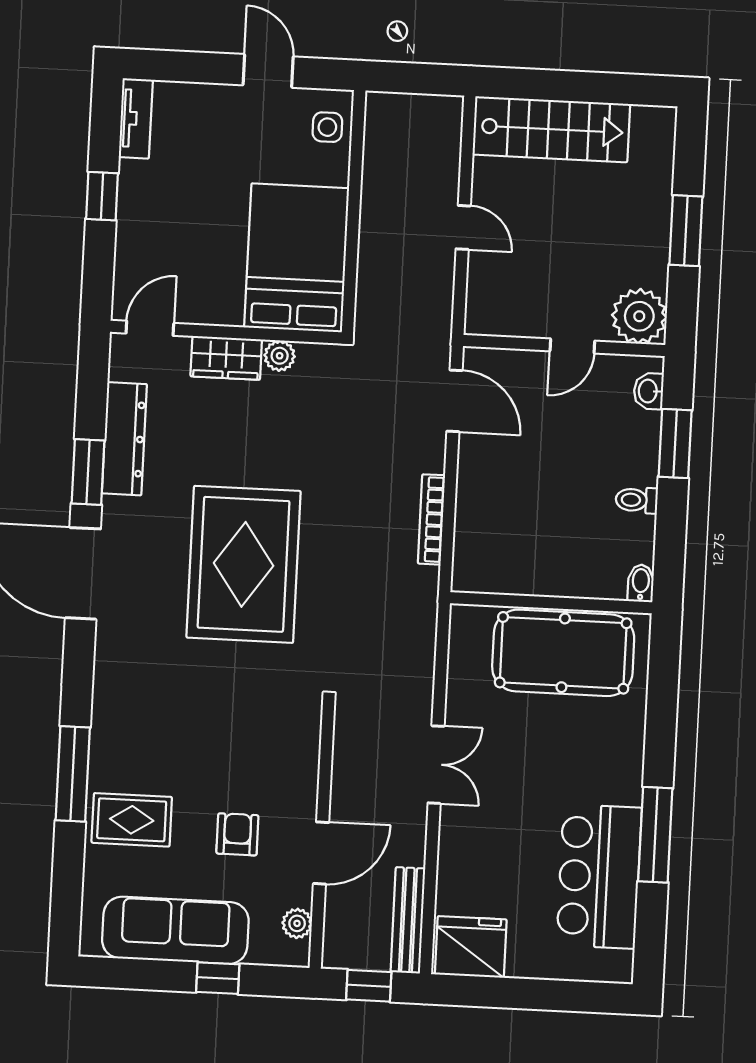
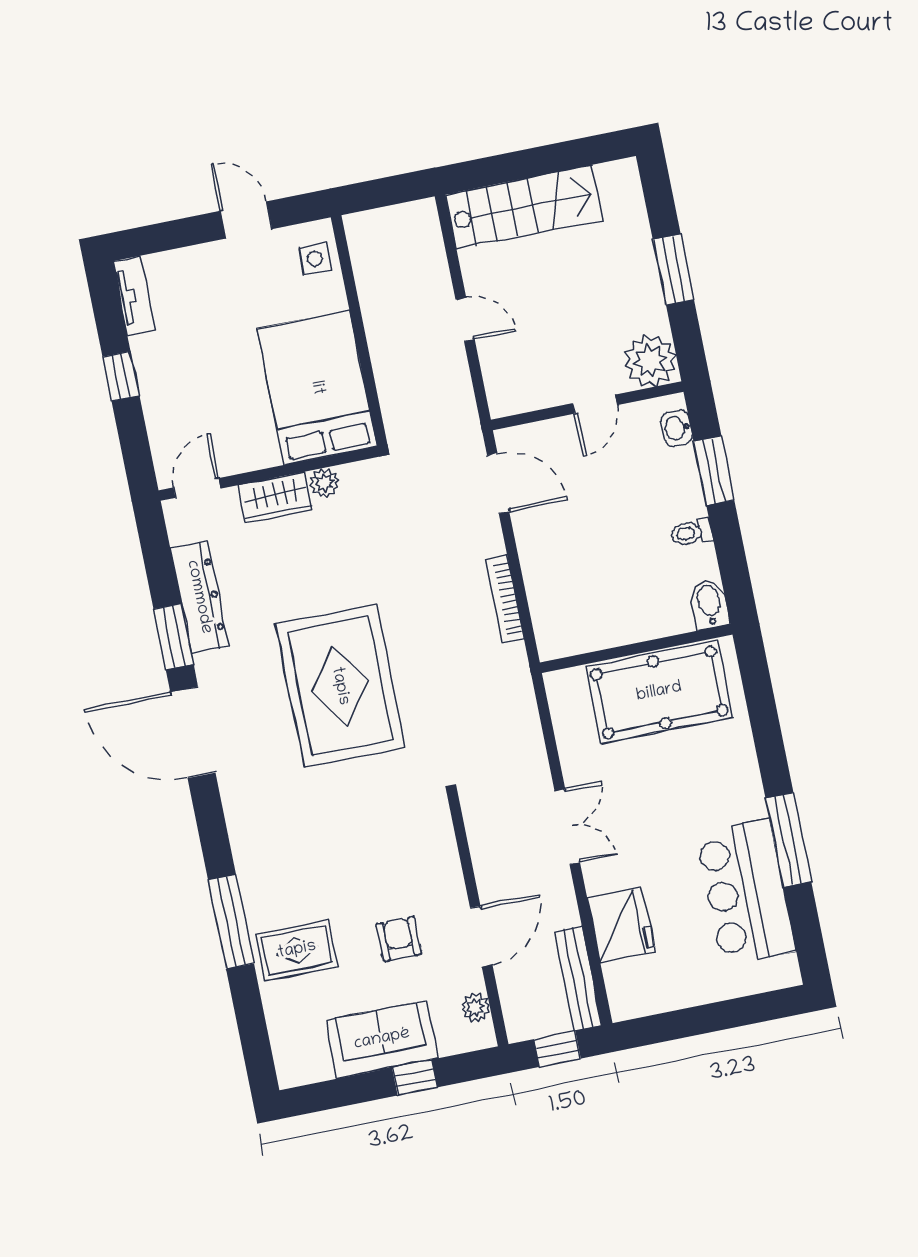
bidet: (641, 583) -> (709, 604), width x1.38, depth x1.36
sofa: (175, 930) -> (382, 1039), width x0.73
fridge: (471, 947) -> (621, 925), moved, turned 90

